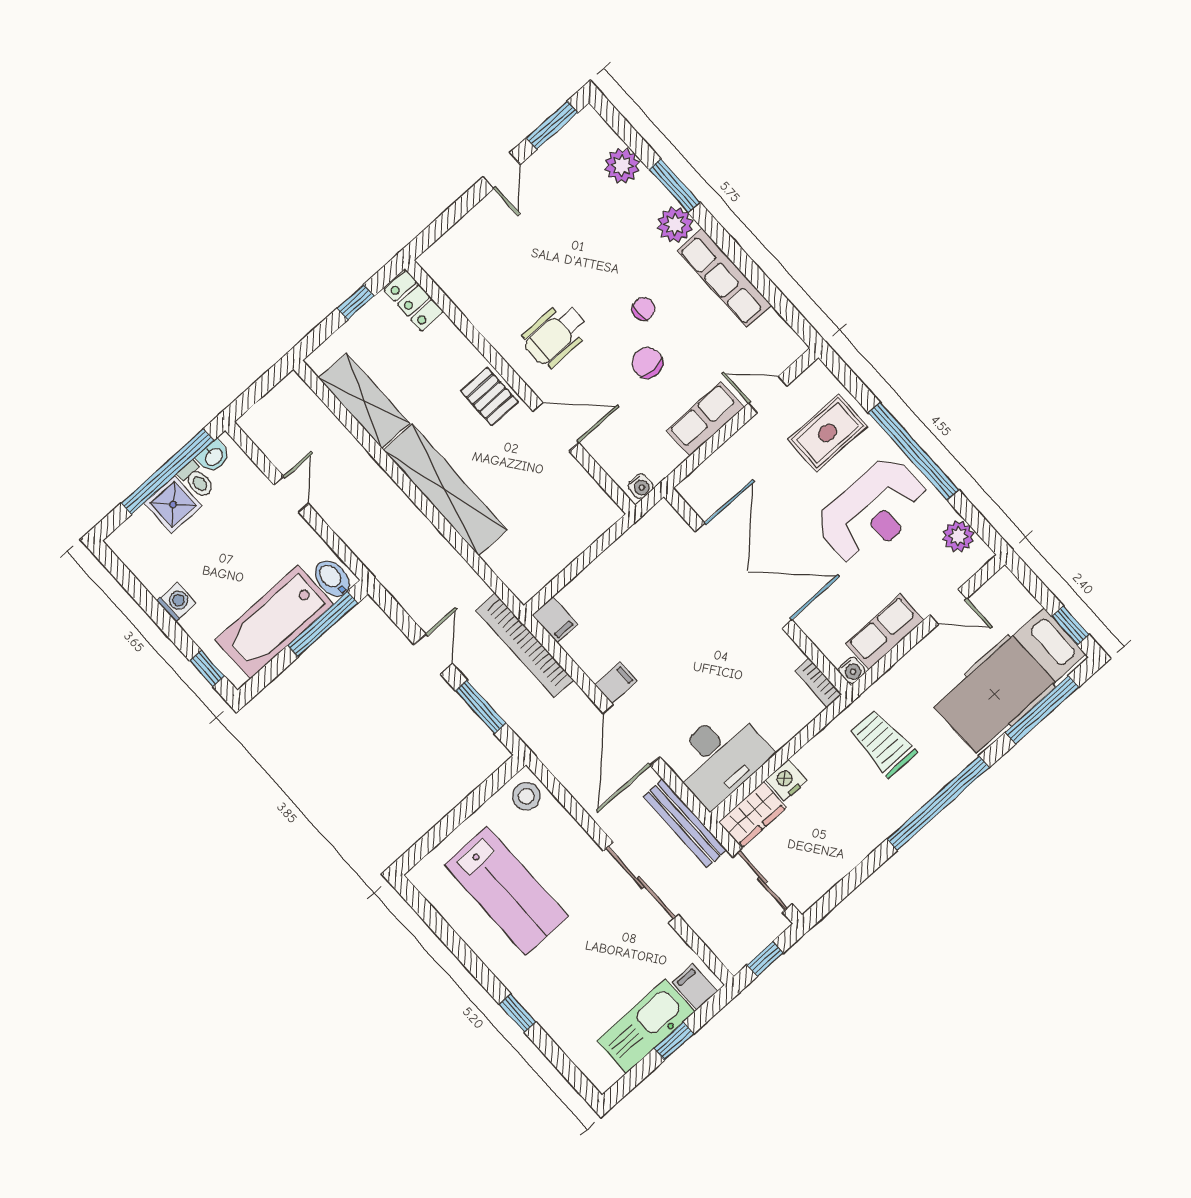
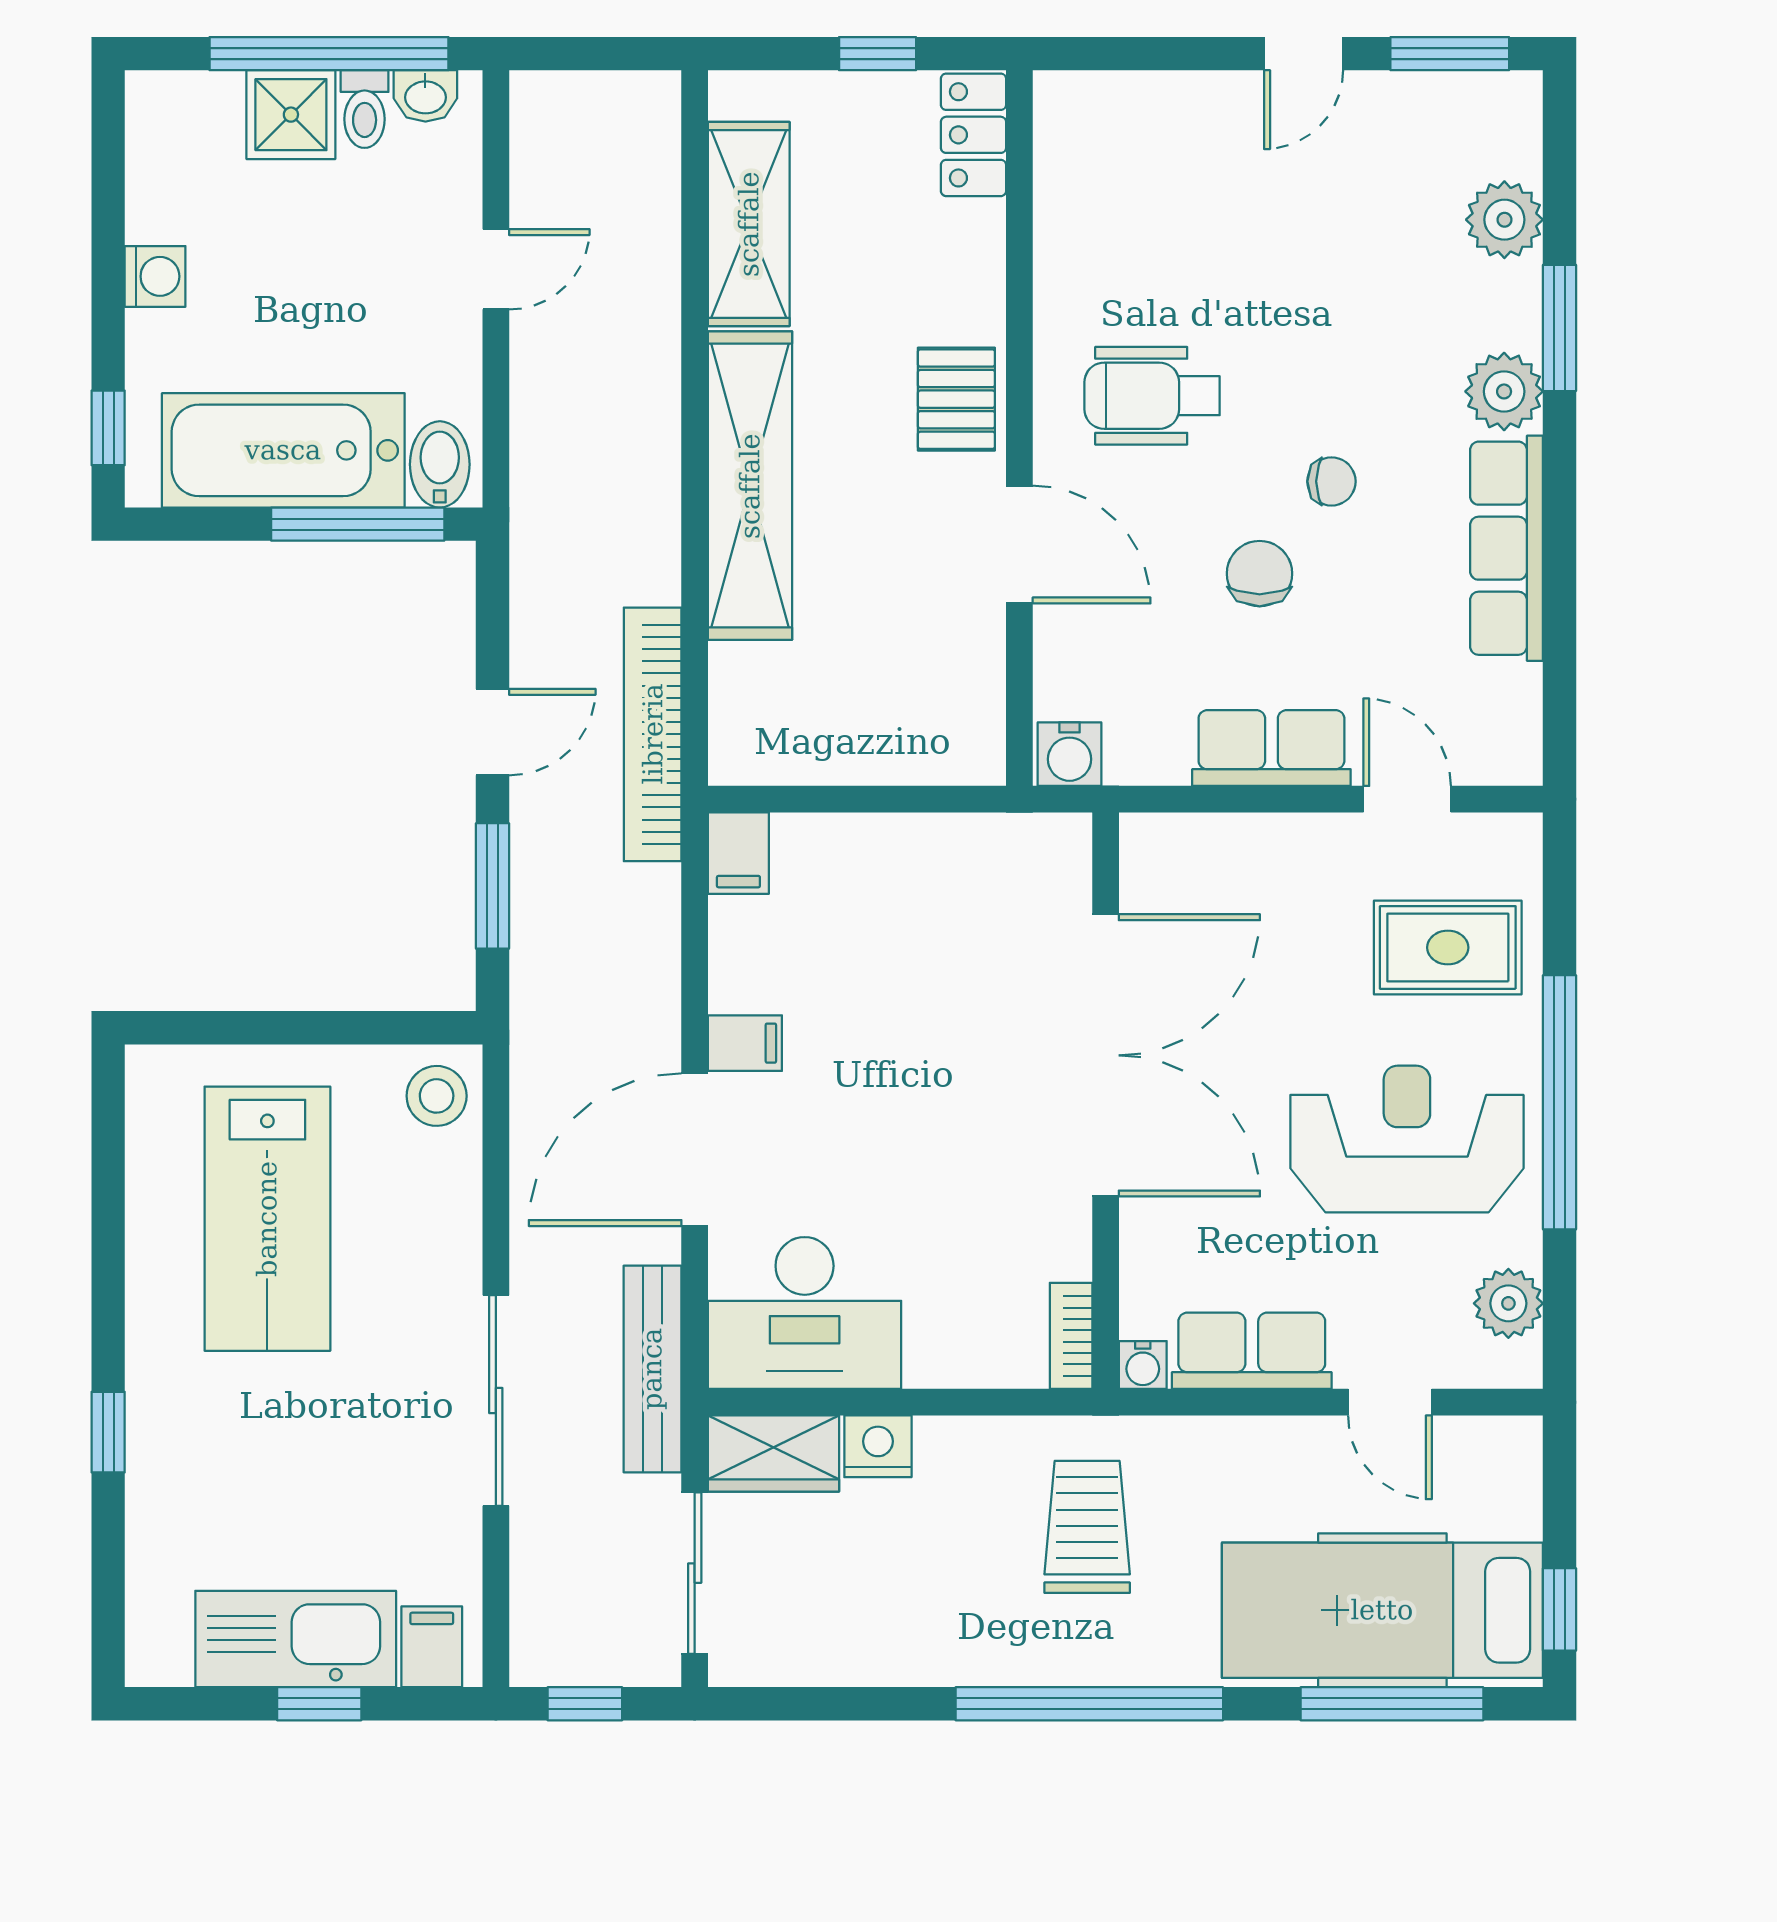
water cooler: (641, 486) -> (1070, 754), width x1.38, depth x1.38
reception desk: (873, 511) -> (1407, 1139), turned 180
bookcase: (525, 645) -> (653, 734), moved

